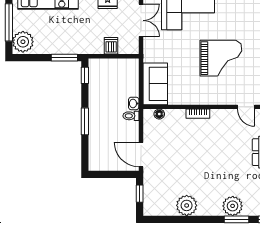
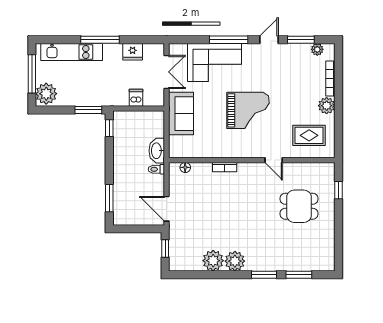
sofa: (155, 84) -> (181, 114), moved
washbasin: (134, 103) -> (157, 151), width x1.91, depth x1.45
window: (85, 121) -> (109, 198), moved
plant: (233, 206) -> (235, 261), moved

